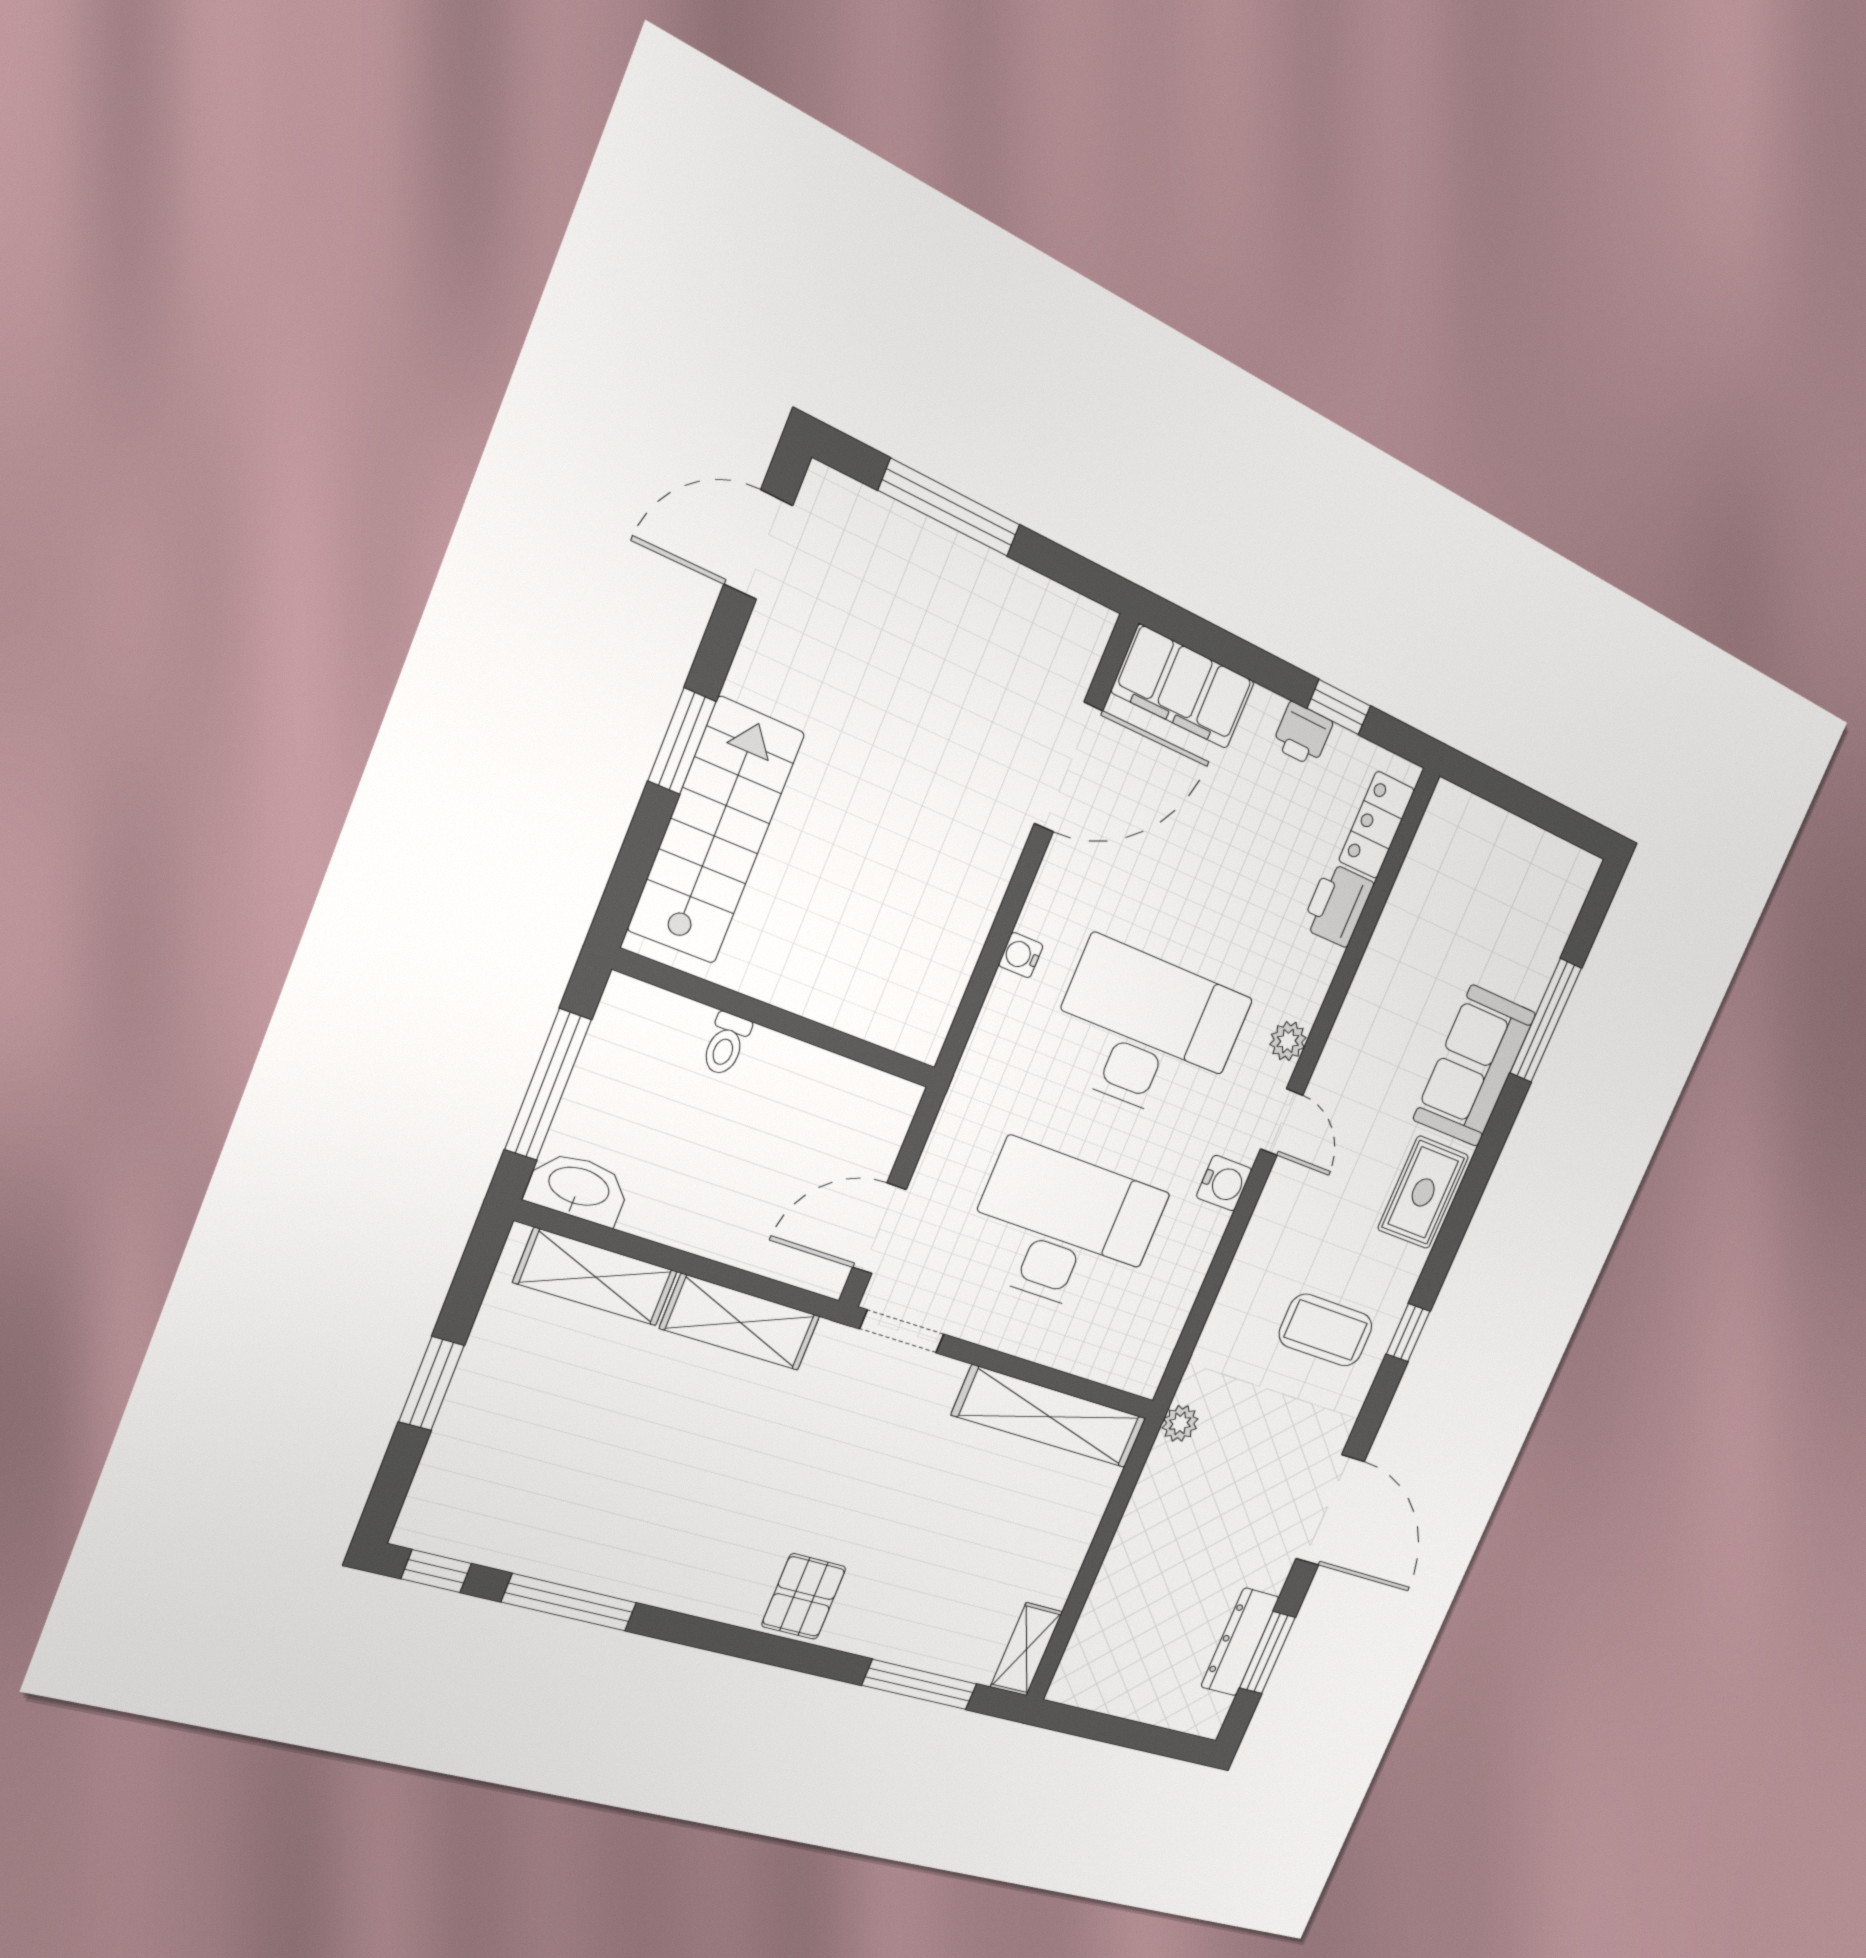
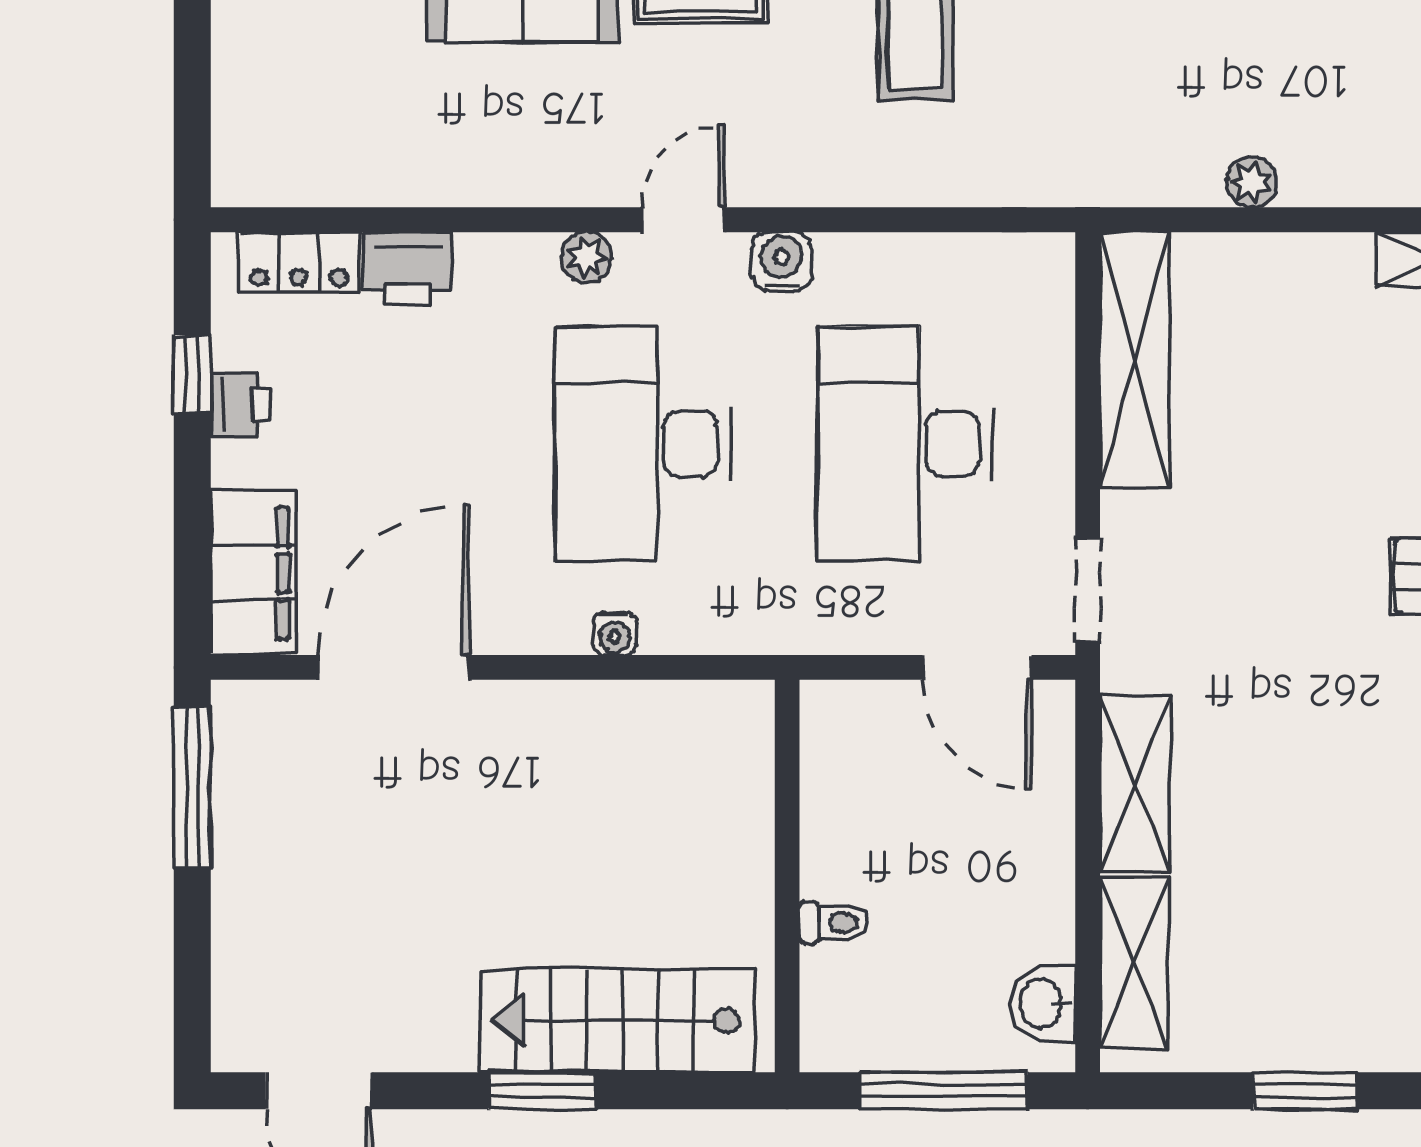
window: (950, 508) -> (192, 788), moved
door: (1069, 767) -> (393, 667), hinge flipped
washbasin: (578, 1188) -> (1043, 1003), width x0.72
plant: (1180, 1423) -> (1251, 182), moved

